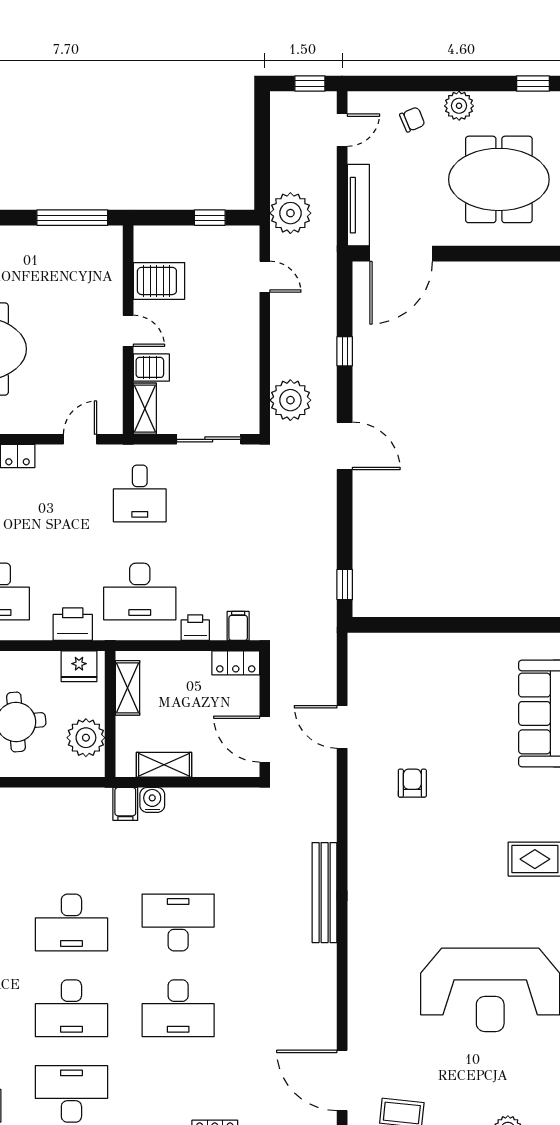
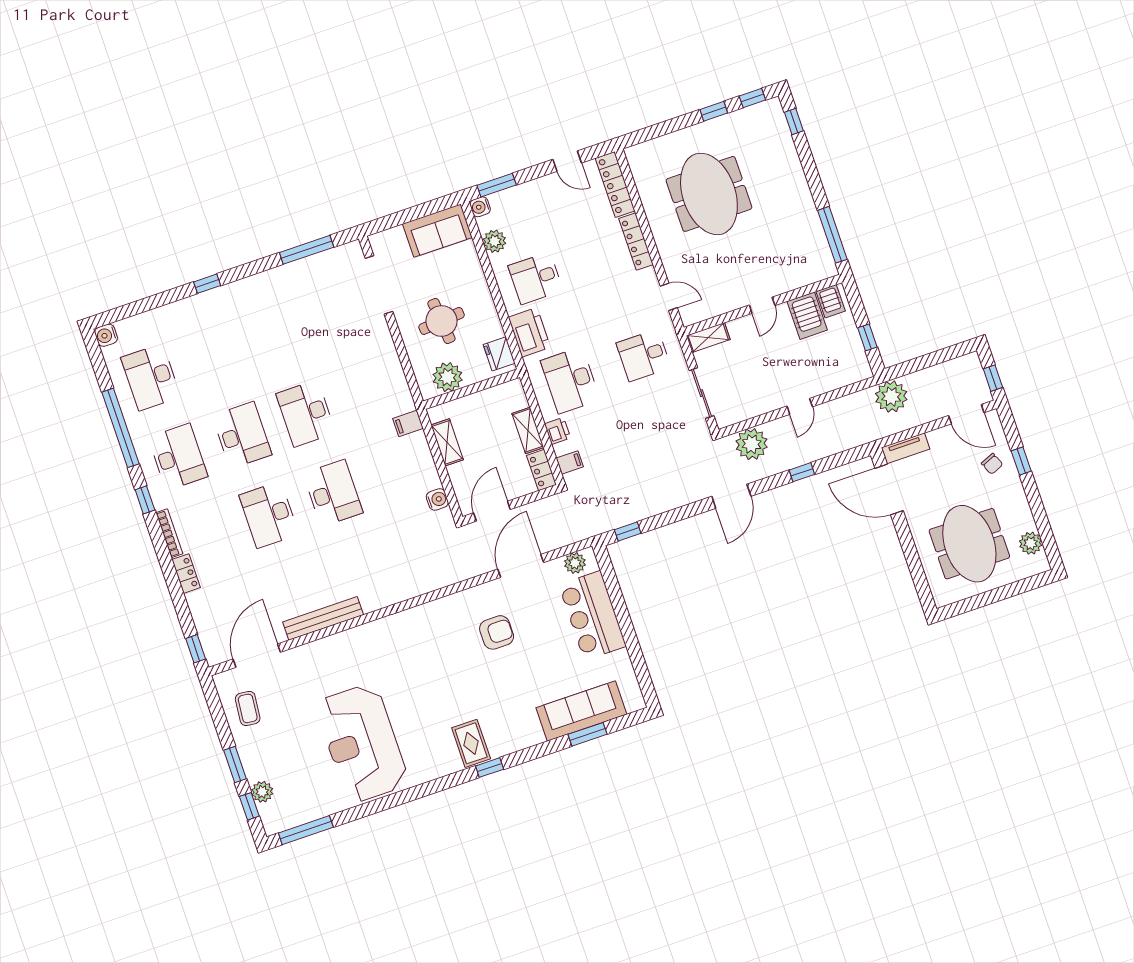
window: (533, 84) -> (1021, 461), moved
plant: (459, 106) -> (1031, 543), moved
door: (342, 130) -> (966, 414), width x1.38
tv unit: (358, 205) -> (906, 448), width x0.71
door: (265, 277) -> (800, 406), moved
server rack: (151, 367) -> (831, 301), moved
printer: (73, 624) -> (529, 332), width x1.37, depth x1.19
plant: (361, 661) -> (575, 563), added
bar counter: (431, 661) -> (592, 616), added
shelving: (127, 688) -> (528, 430), moved, turned 90
door: (342, 727) -> (521, 566), width x1.36
armchair: (412, 783) -> (497, 632), width x1.38, depth x1.38
water cooler: (152, 800) -> (437, 499), moved
bench: (325, 893) -> (323, 618), moved
desk: (71, 1008) -> (242, 435), turned 180

